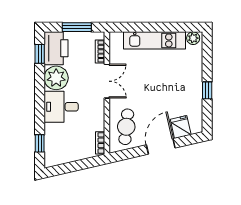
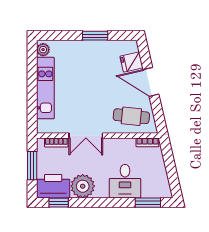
double door: (107, 81) -> (86, 136), swing flipped
window: (207, 90) -> (95, 36), width x1.50
desk: (61, 107) -> (125, 181), moved
window: (40, 143) -> (148, 203), width x1.50

